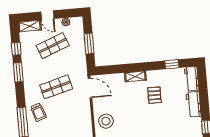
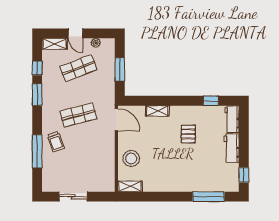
shelving: (135, 76) -> (157, 111), moved

